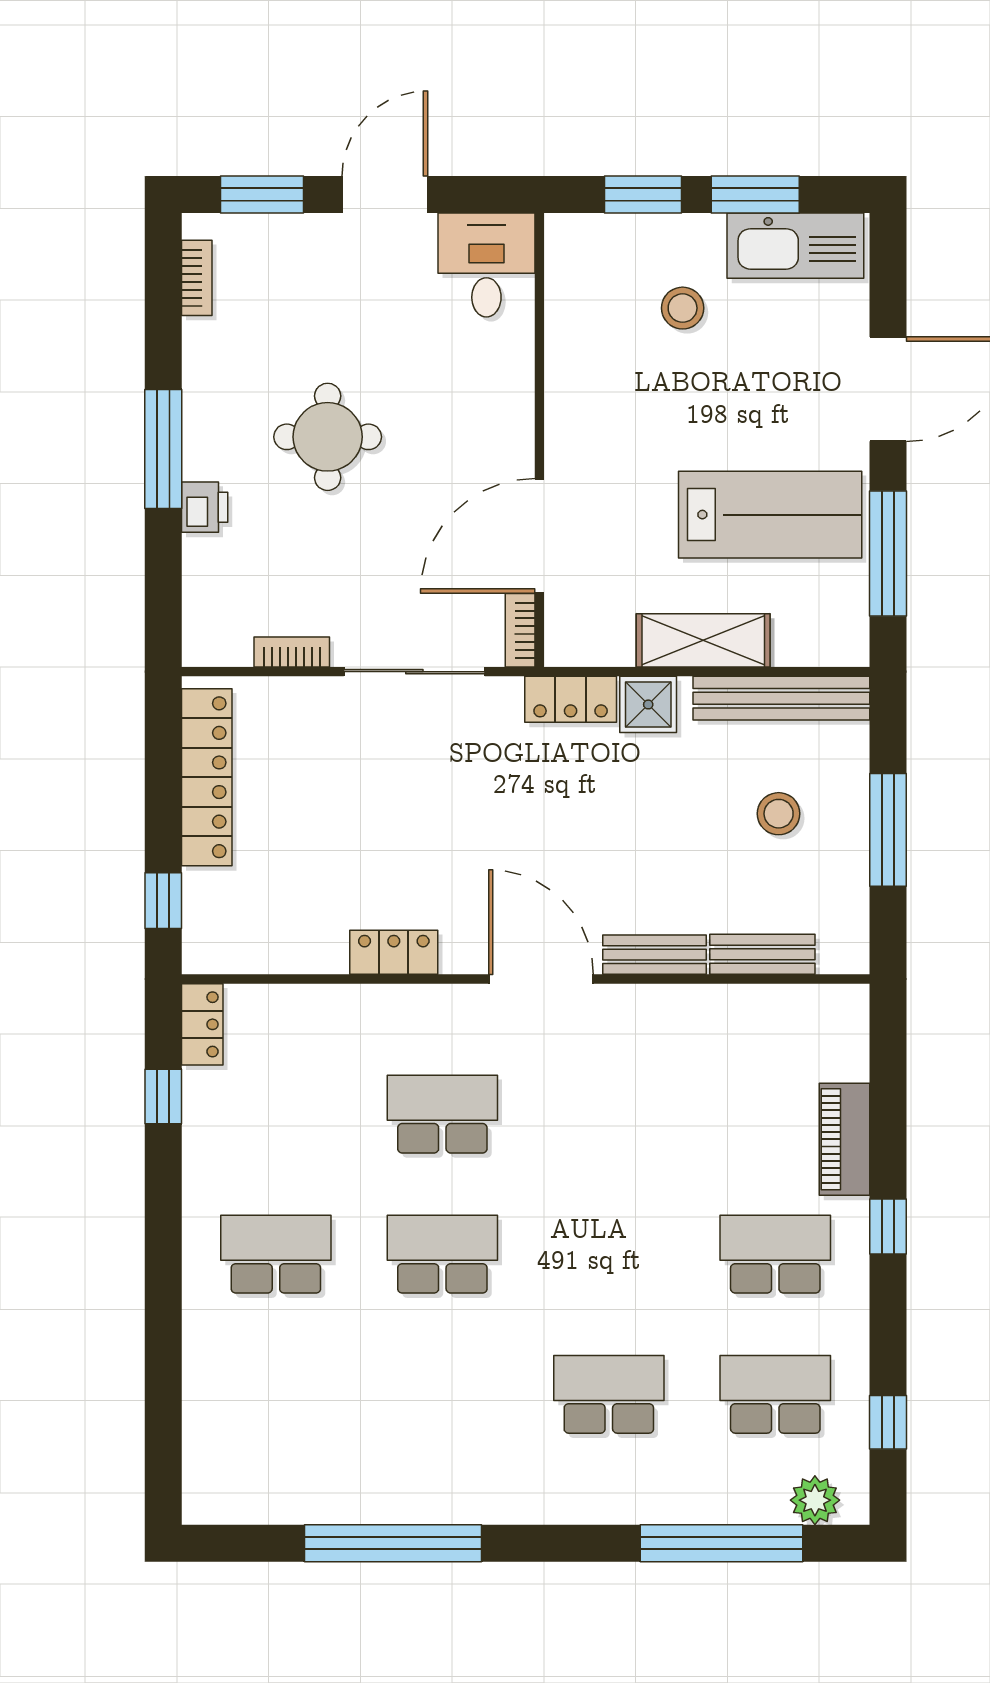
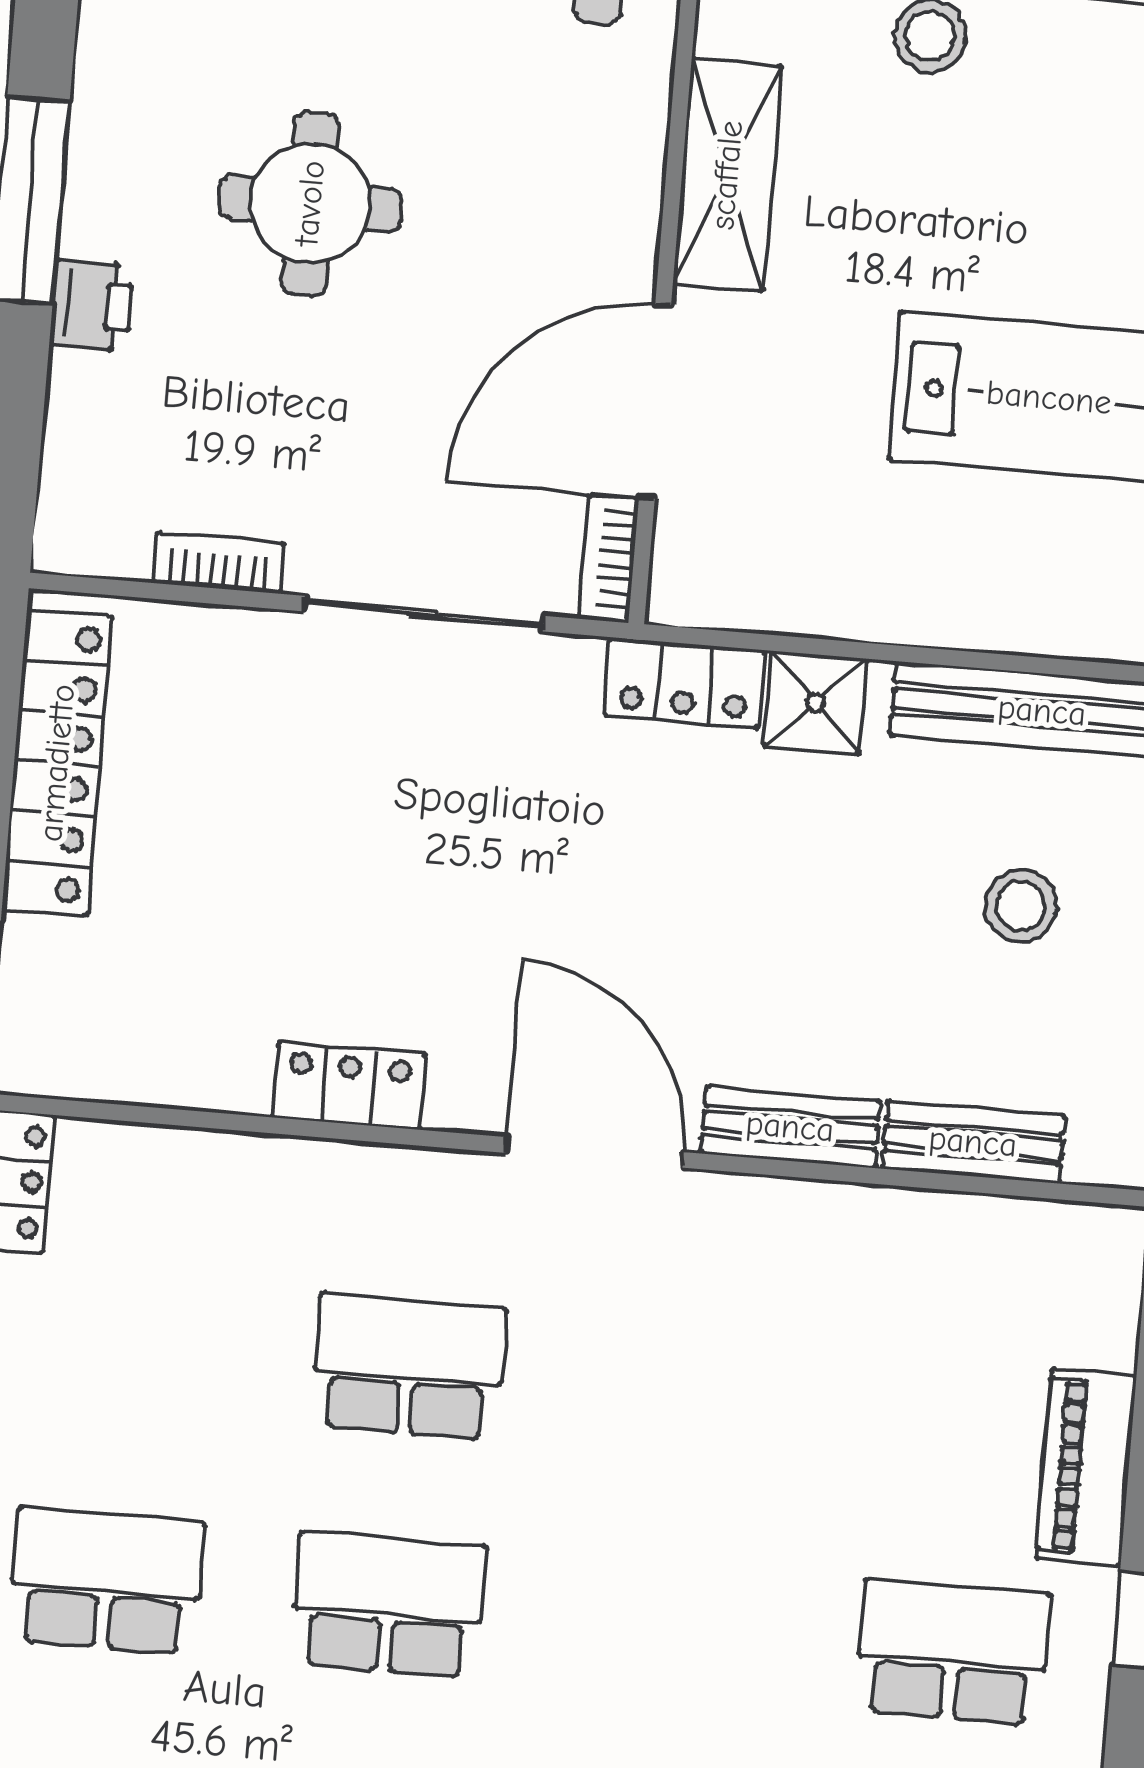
shelving: (703, 640) -> (727, 175), moved, turned 90

